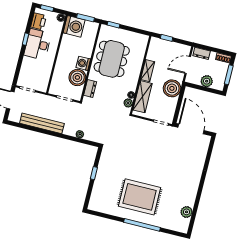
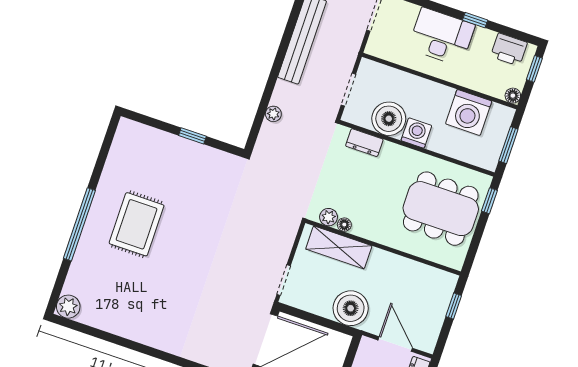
washing machine: (74, 26) -> (469, 112), moved
desk: (38, 44) -> (442, 37), moved
dining table: (112, 59) -> (441, 209), moved
shelving: (148, 71) -> (391, 262), removed
rug: (140, 197) -> (137, 224), width x0.73, depth x0.69
plant: (187, 212) -> (68, 307), moved

